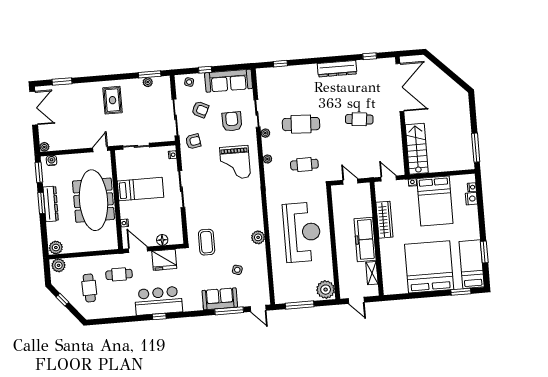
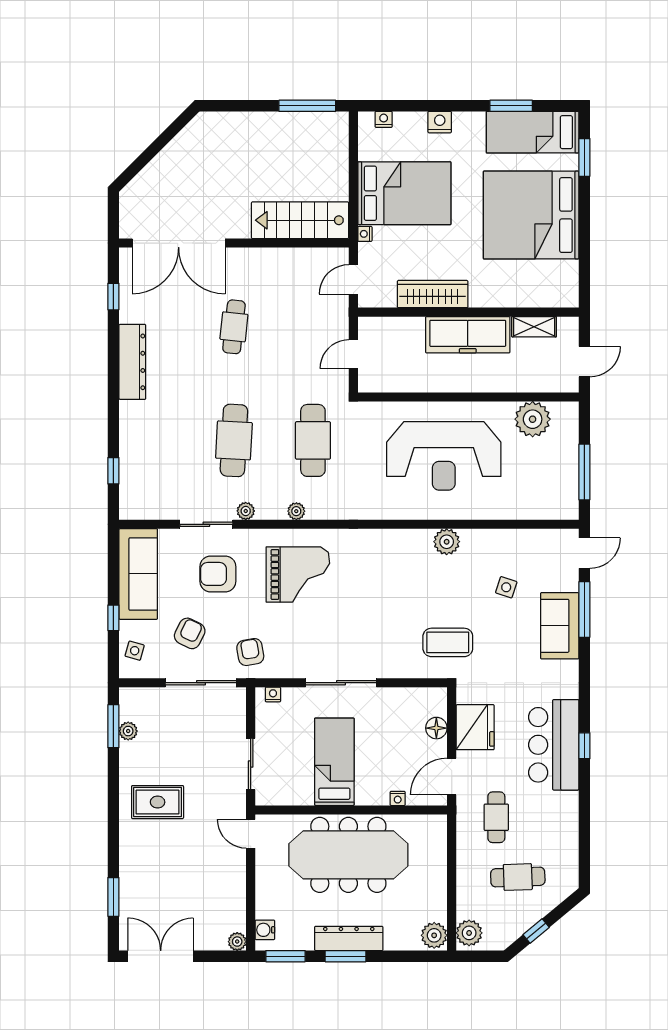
double door: (400, 87) -> (179, 243), swing flipped
cafe table: (304, 165) -> (313, 440), width x1.37, depth x1.35
nightstand: (471, 199) -> (440, 122), moved
reception desk: (302, 232) -> (444, 456), turned 180
plant: (326, 290) -> (533, 419), moved

